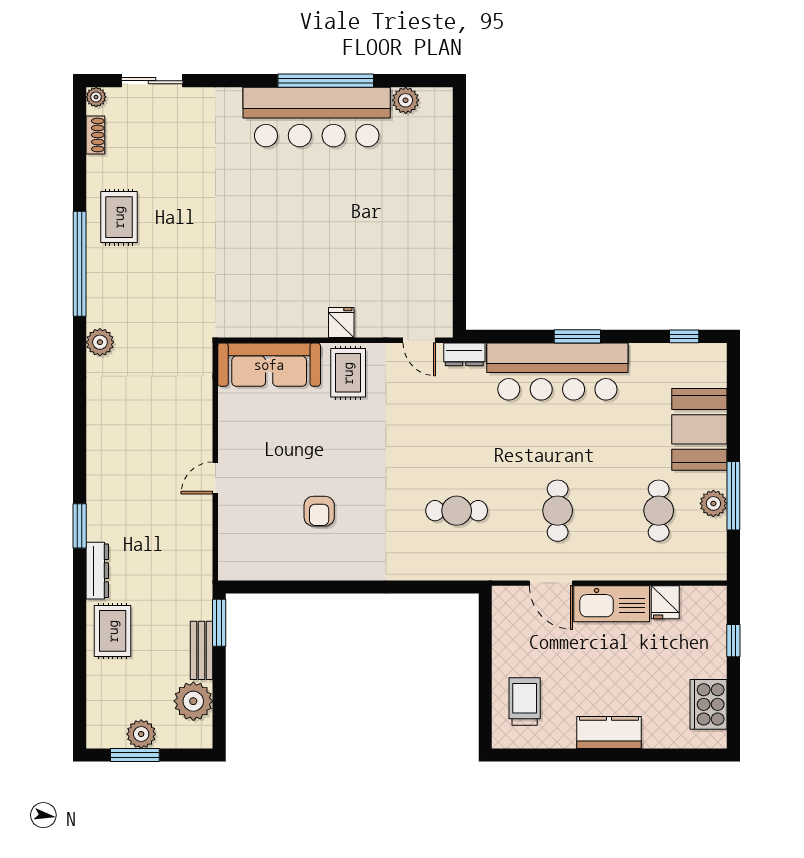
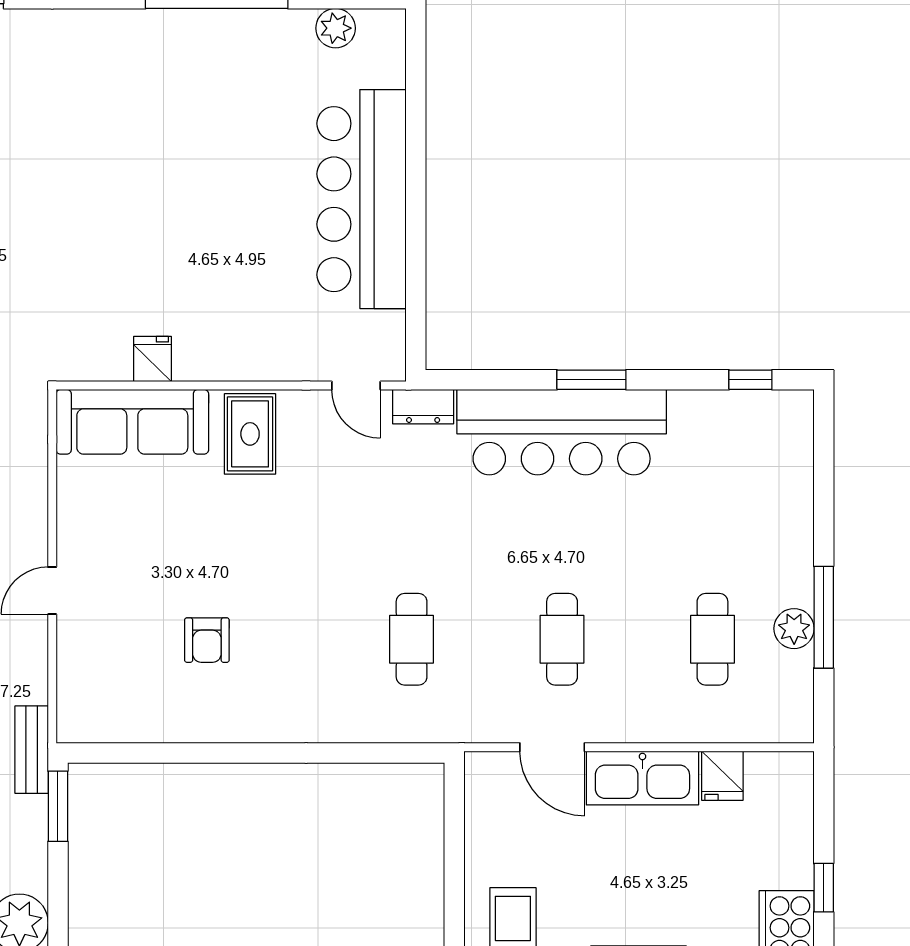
bar counter: (317, 117) -> (362, 199), moved, turned 90
fridge: (341, 323) -> (153, 359), moved
booth: (699, 429) -> (773, 518), removed
cafe table: (457, 511) -> (412, 639), turned 90
window: (733, 641) -> (824, 888), moved
bench: (201, 650) -> (32, 750), moved

